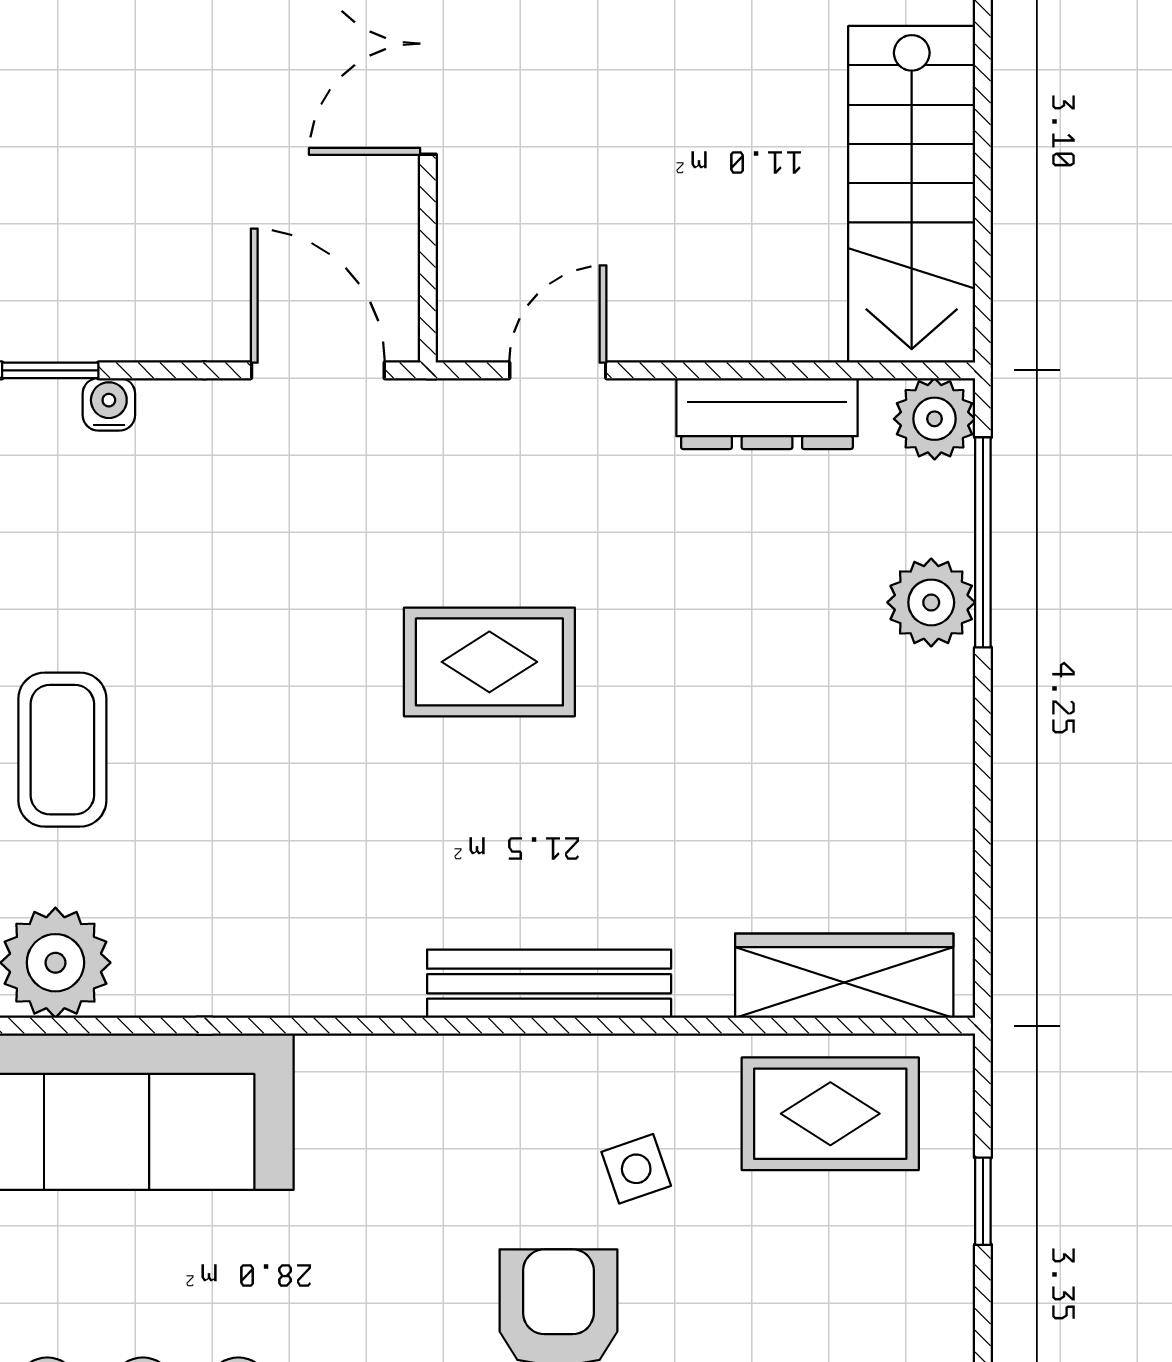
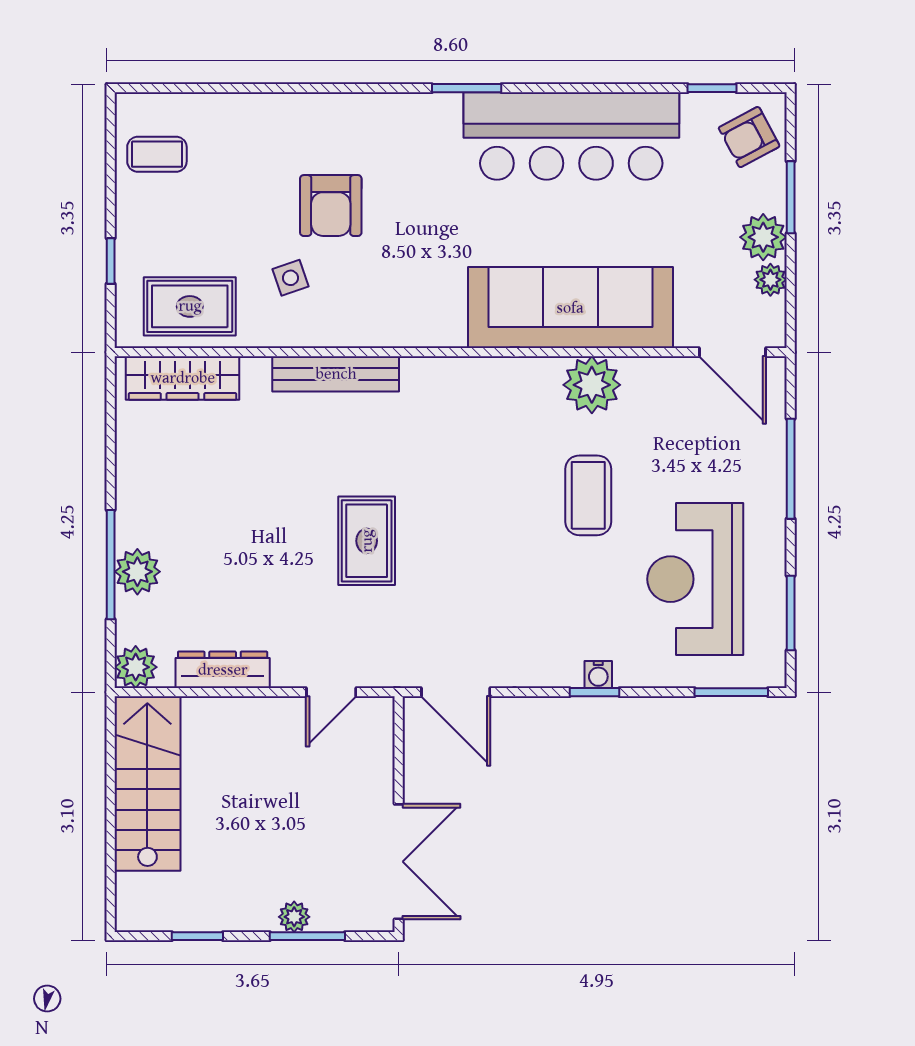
water cooler: (109, 404) -> (598, 675), moved
window: (983, 542) -> (111, 565), moved
rug: (489, 662) -> (367, 541), turned 90

